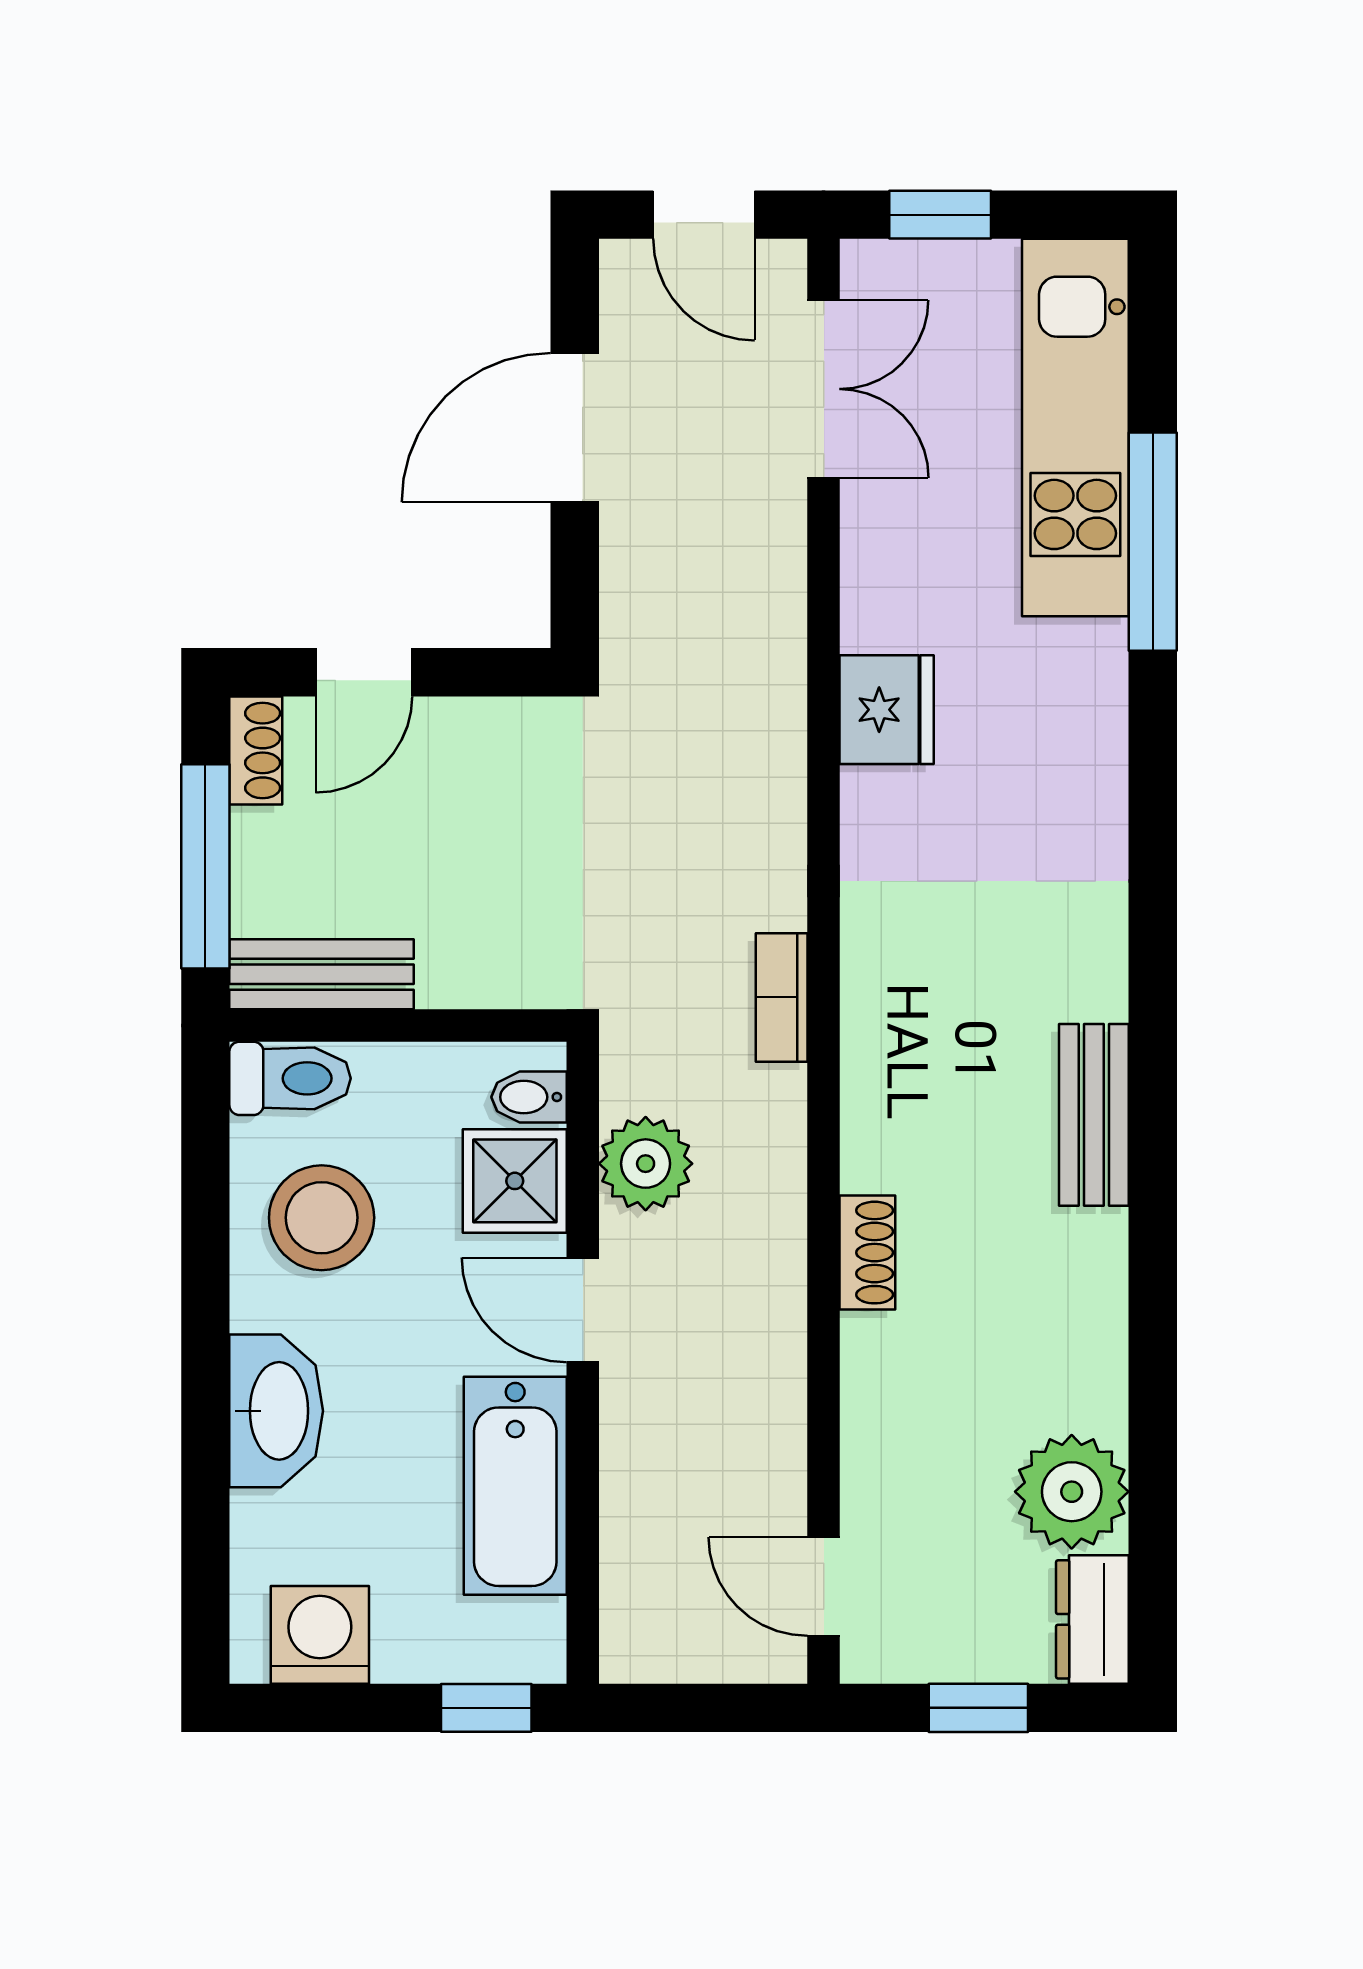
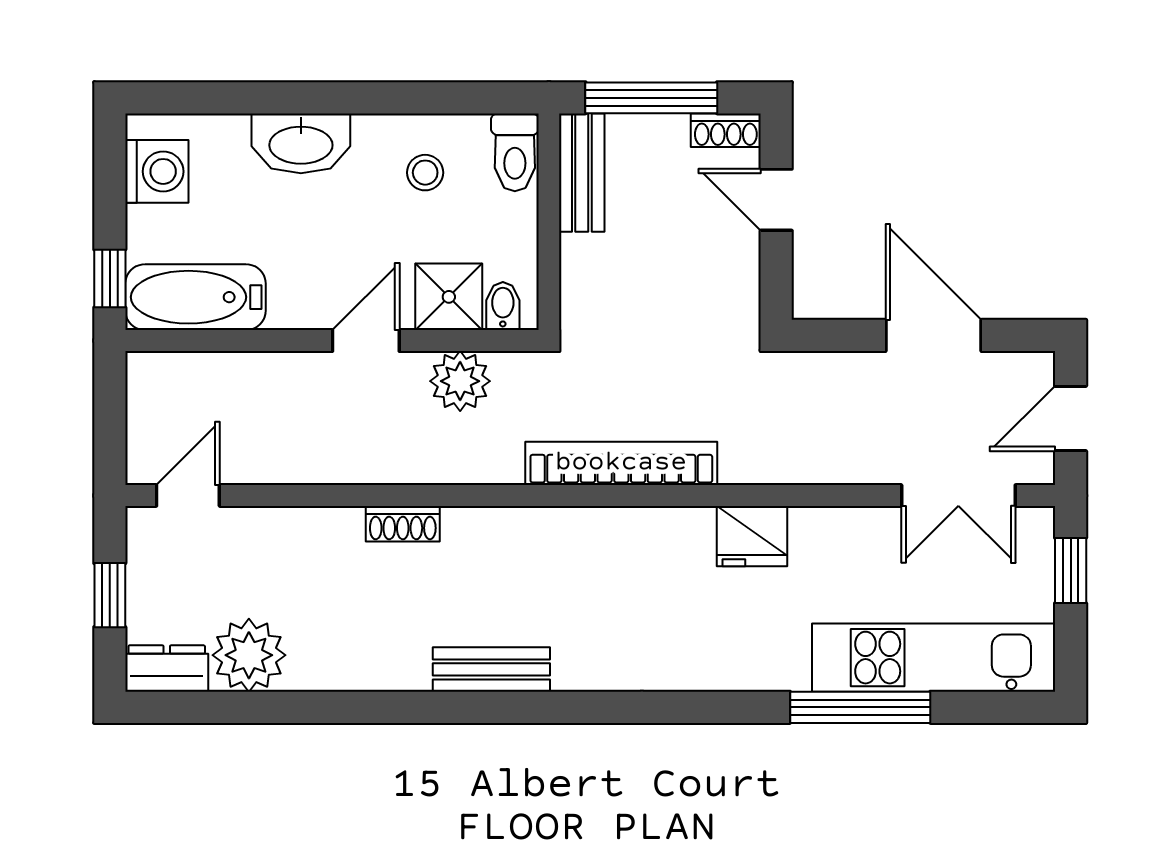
bookcase: (782, 997) -> (621, 463), width x2.31, depth x1.31
stool: (322, 1218) -> (425, 173), width x0.53, depth x0.53
bathtub: (515, 1486) -> (196, 297), moved

